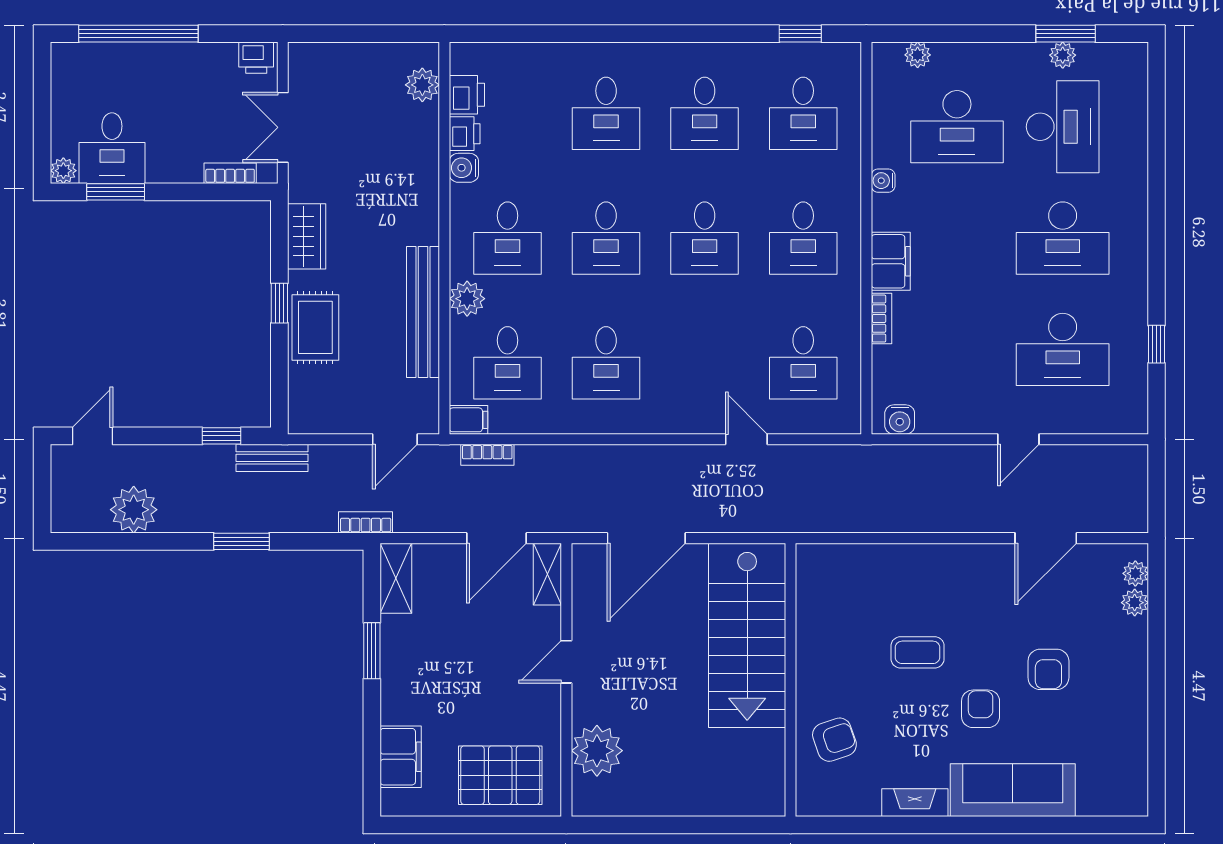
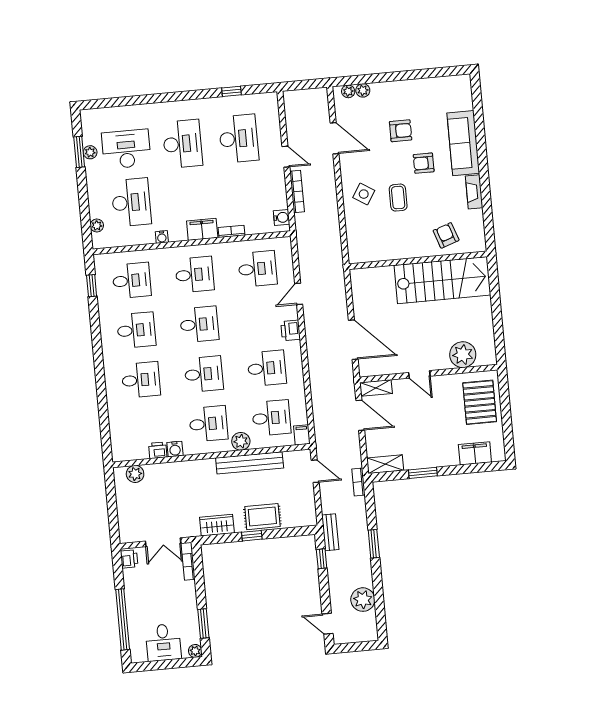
printer: (467, 95) -> (291, 330), moved, turned -90
desk: (112, 148) -> (163, 642), moved, turned 90
bookcase: (487, 455) -> (297, 191), moved, width x1.56
side table: (931, 585) -> (364, 194), added
stairs: (747, 635) -> (442, 280), moved

